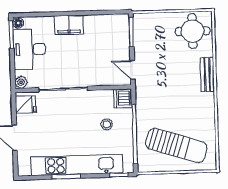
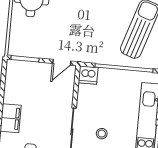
stool: (107, 124) -> (102, 134), moved

